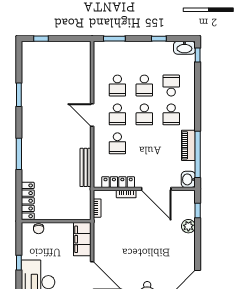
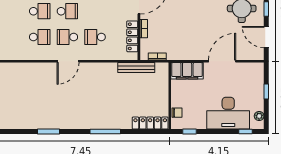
school desk: (117, 114) -> (67, 37), turned 180
school desk: (117, 143) -> (95, 37), turned 180
bench: (86, 167) -> (136, 68), moved
window: (19, 263) -> (189, 131), moved

